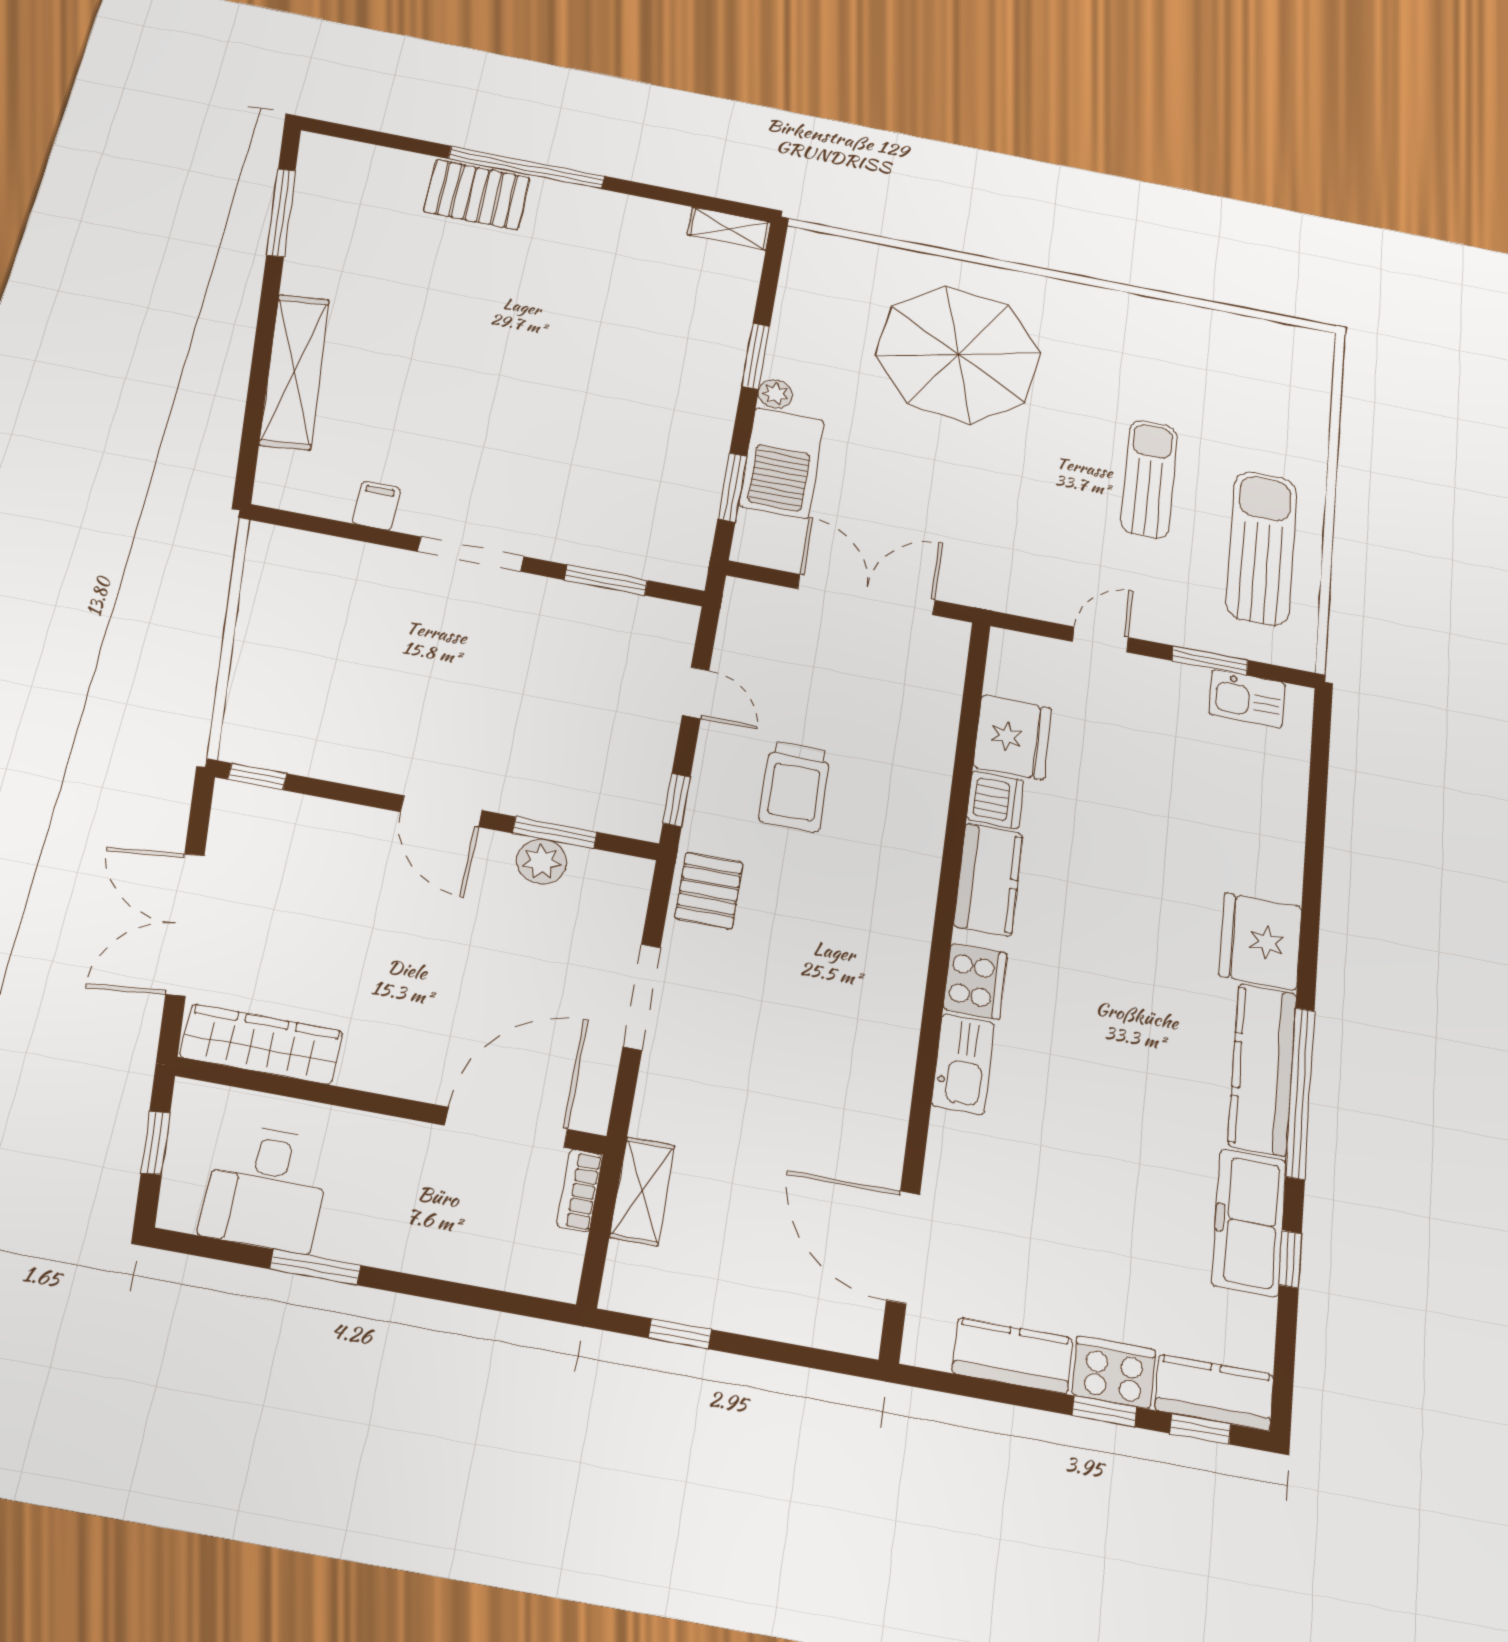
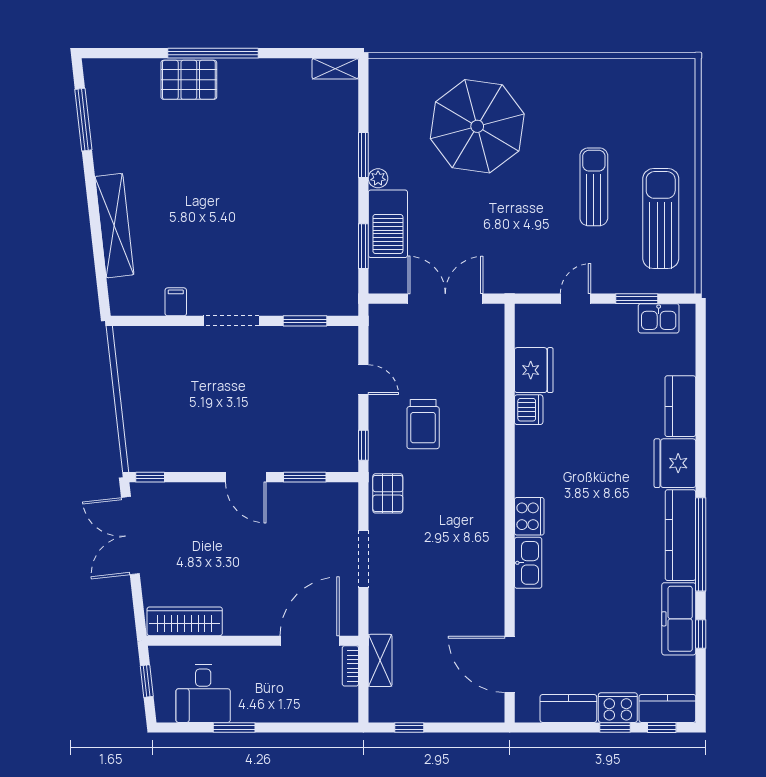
plant: (542, 861) -> (301, 495), removed
kitchen counter: (988, 880) -> (680, 406), moved, turned 180
double door: (185, 924) -> (130, 536), moved

